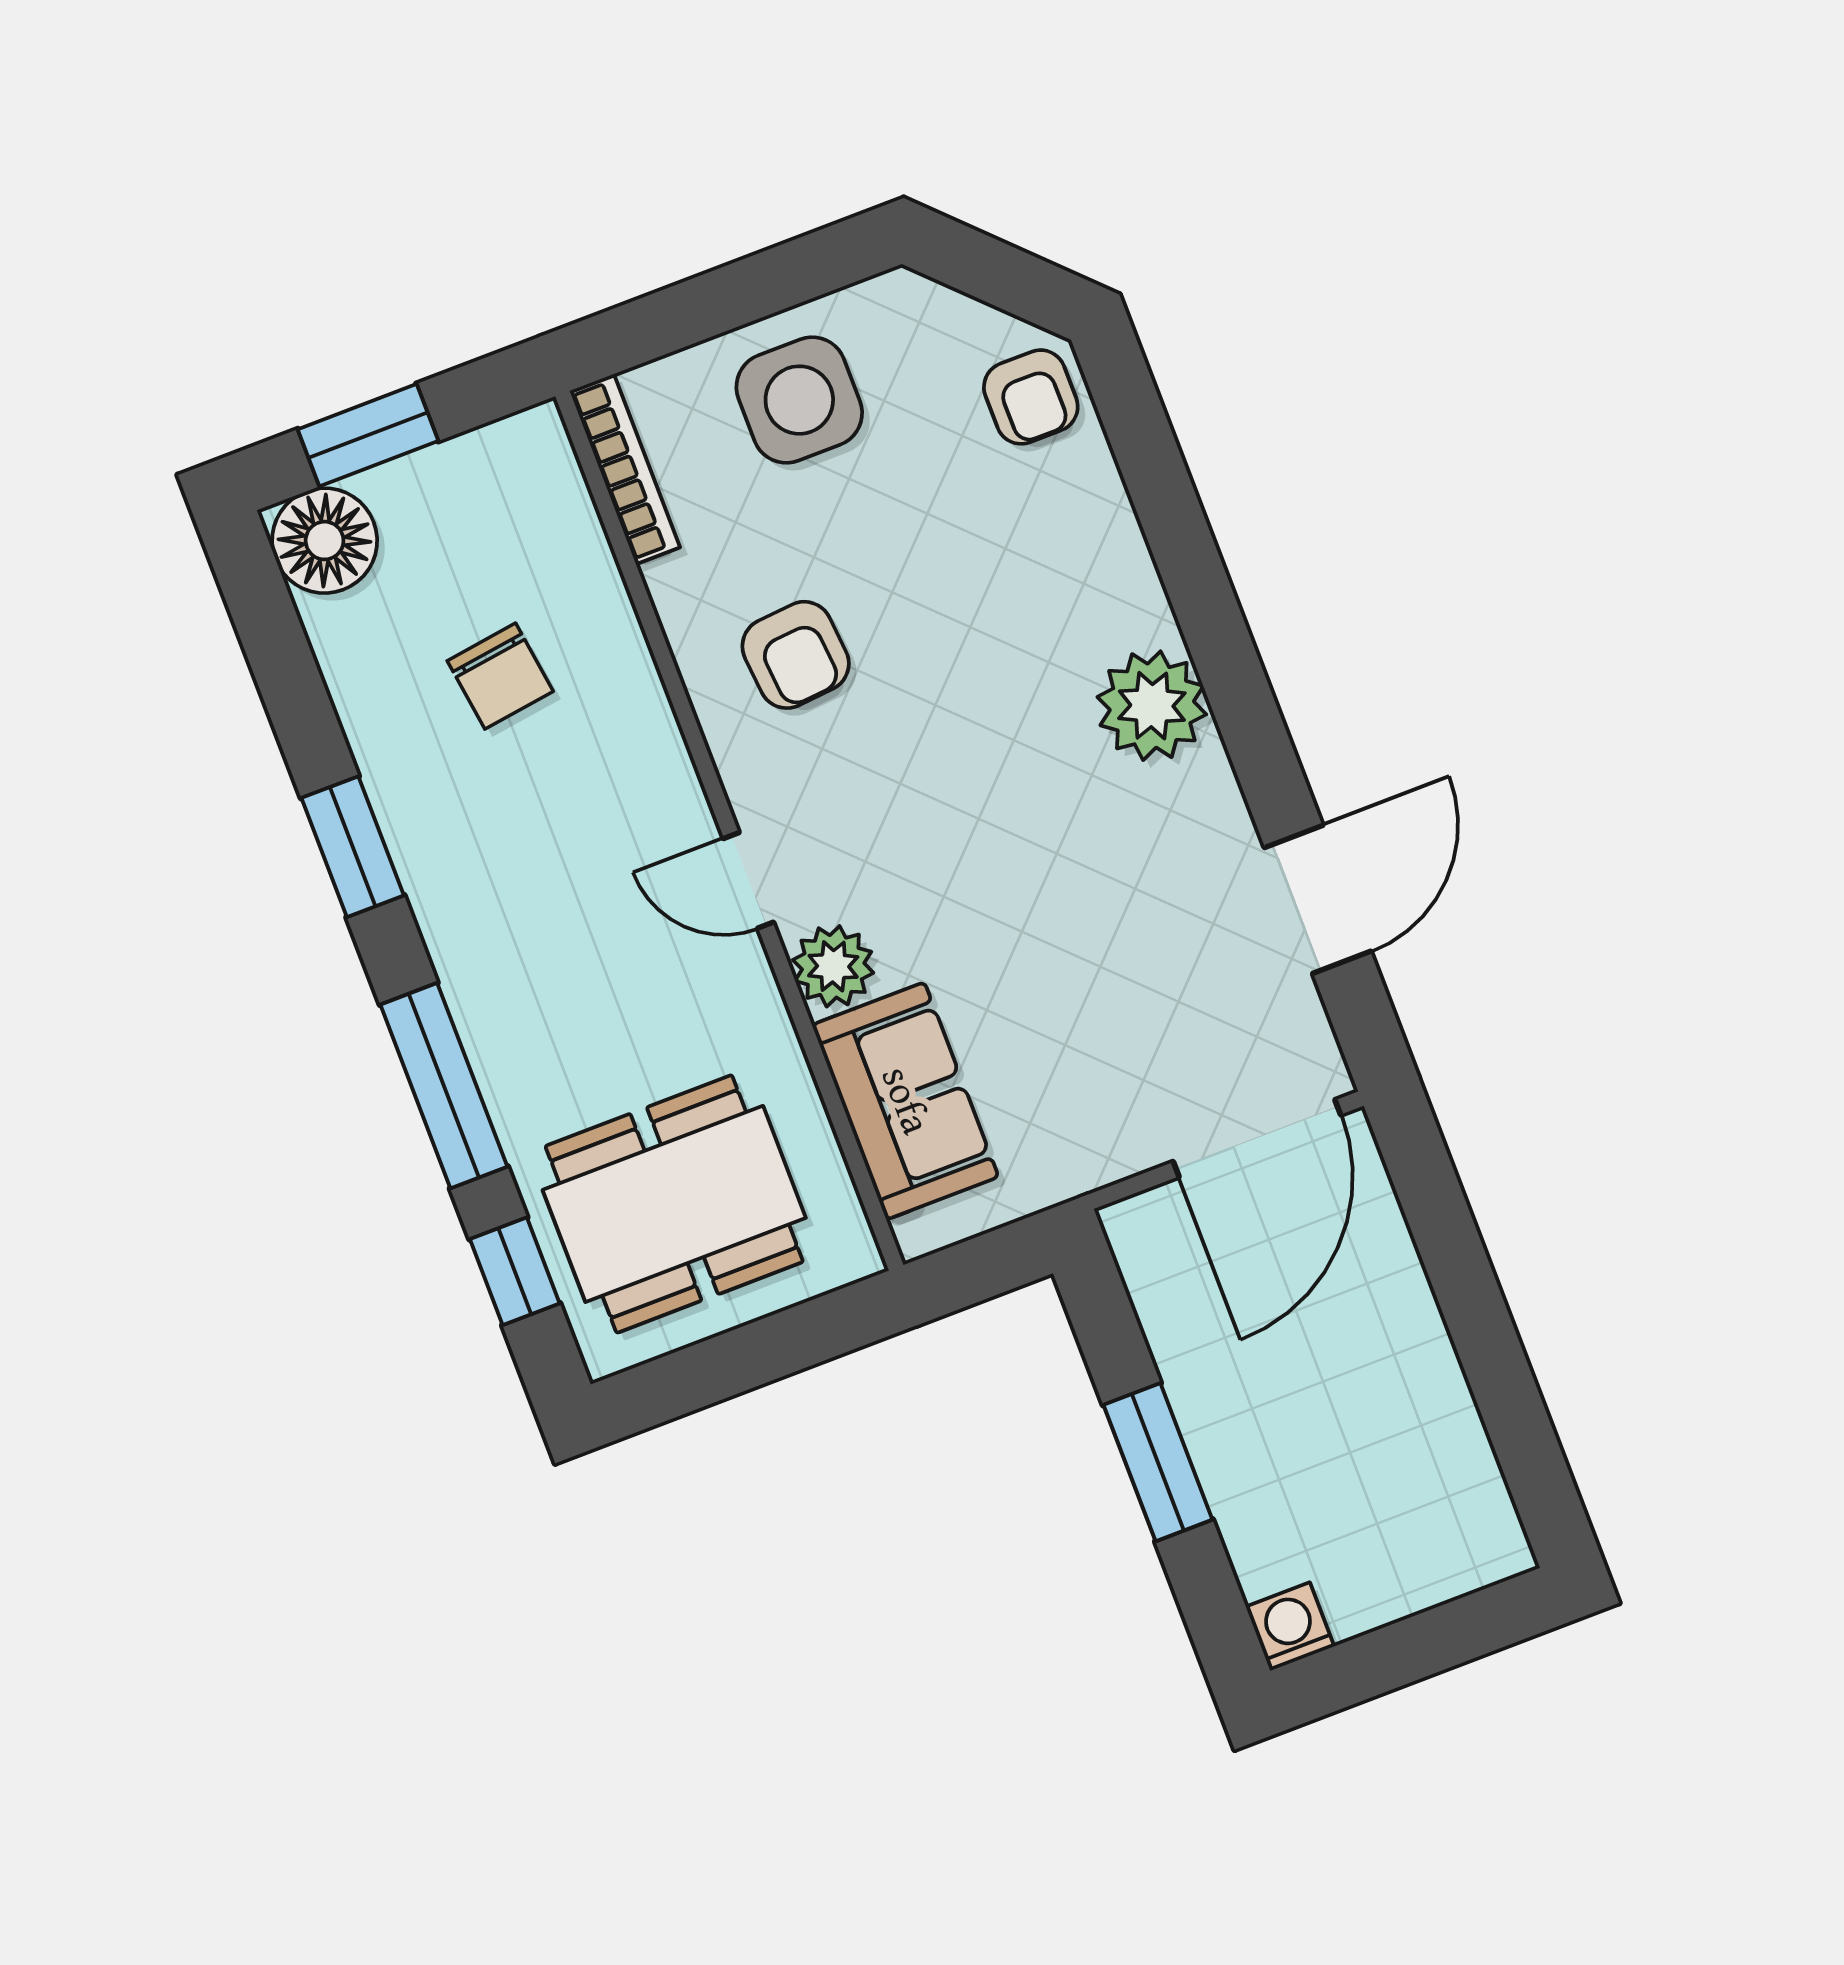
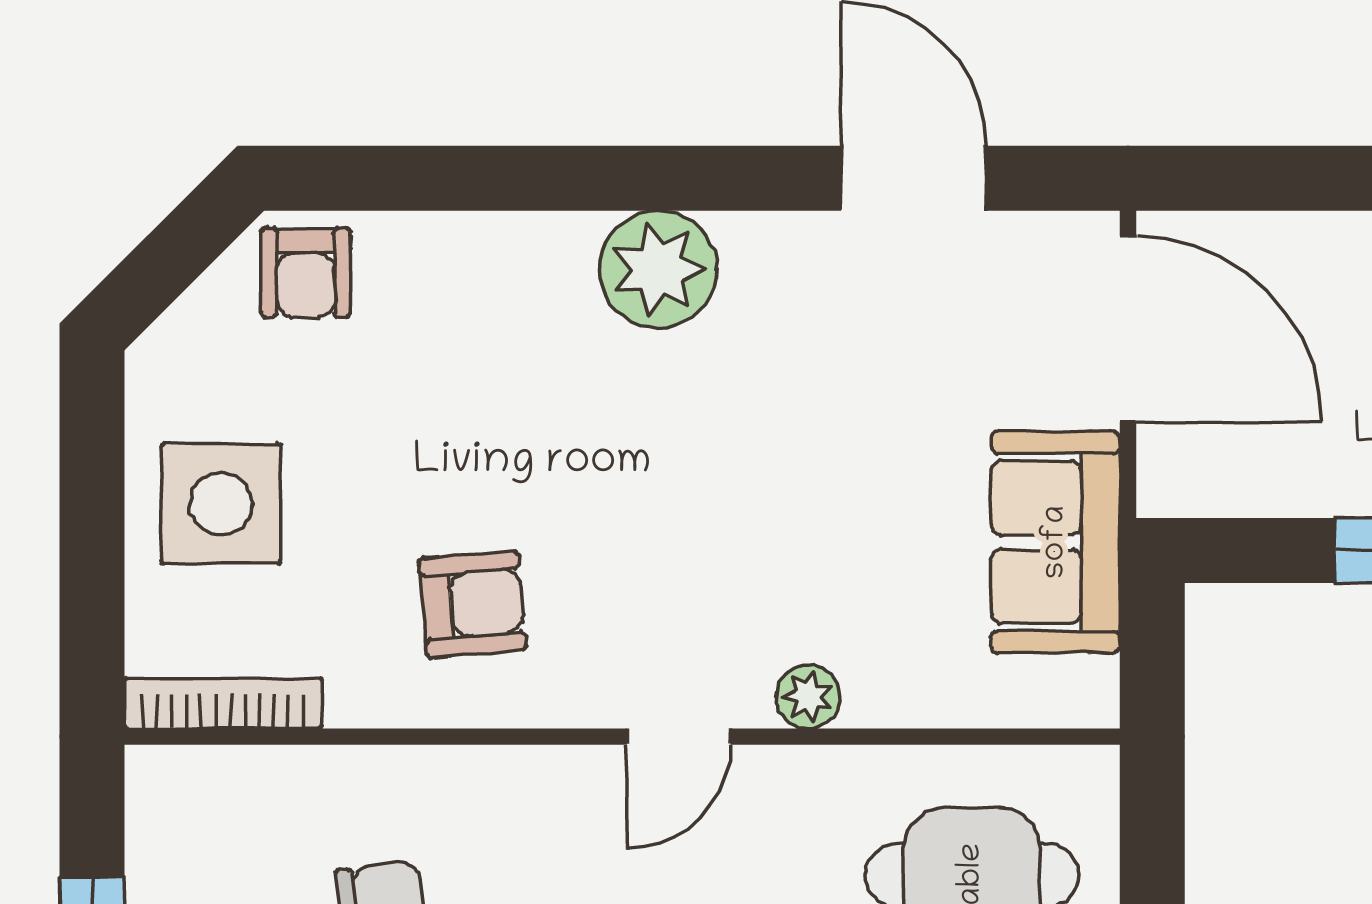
armchair: (1031, 397) -> (306, 273), turned 90
plant: (833, 966) -> (808, 697), width x0.73, depth x0.73
sofa: (905, 1101) -> (1056, 542), moved, turned -90

